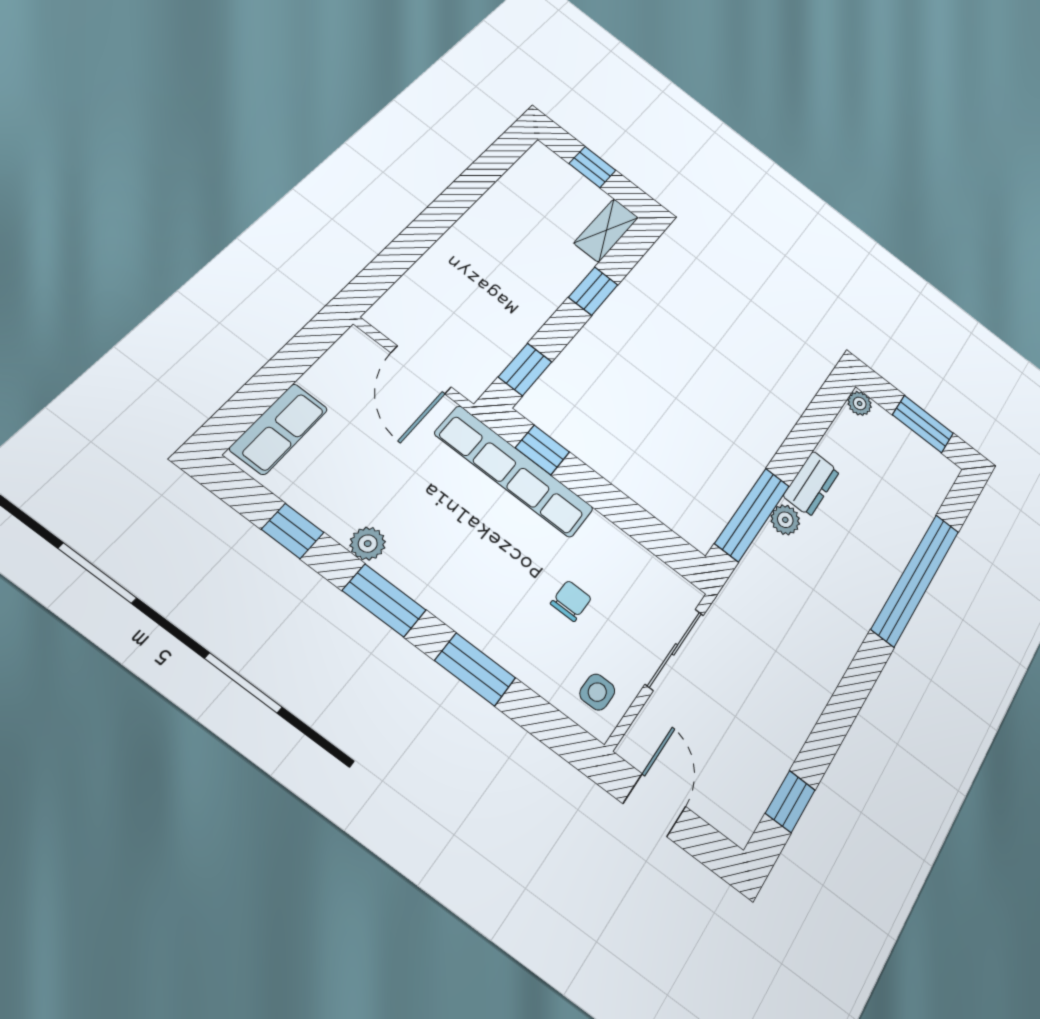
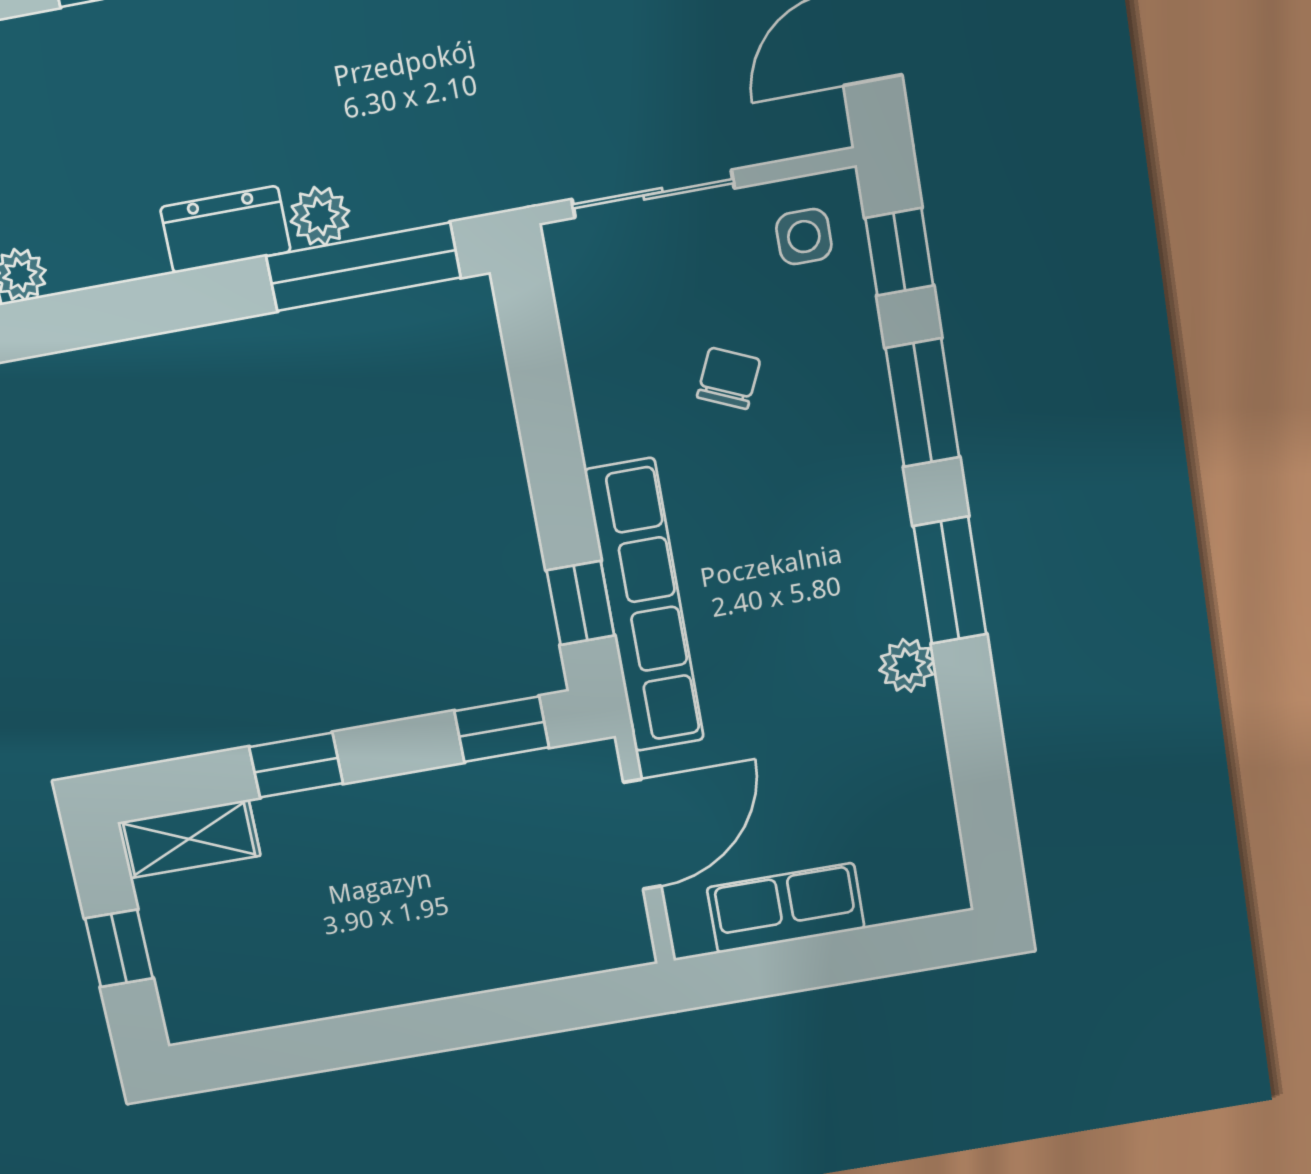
row of seats: (279, 429) -> (786, 908), moved
window: (293, 531) -> (899, 252), moved
chair: (571, 601) -> (729, 378), turned 114

